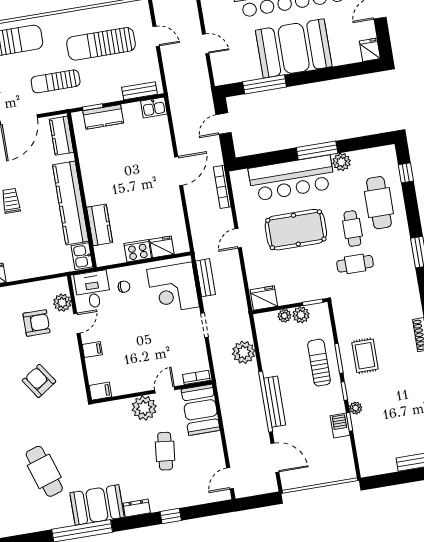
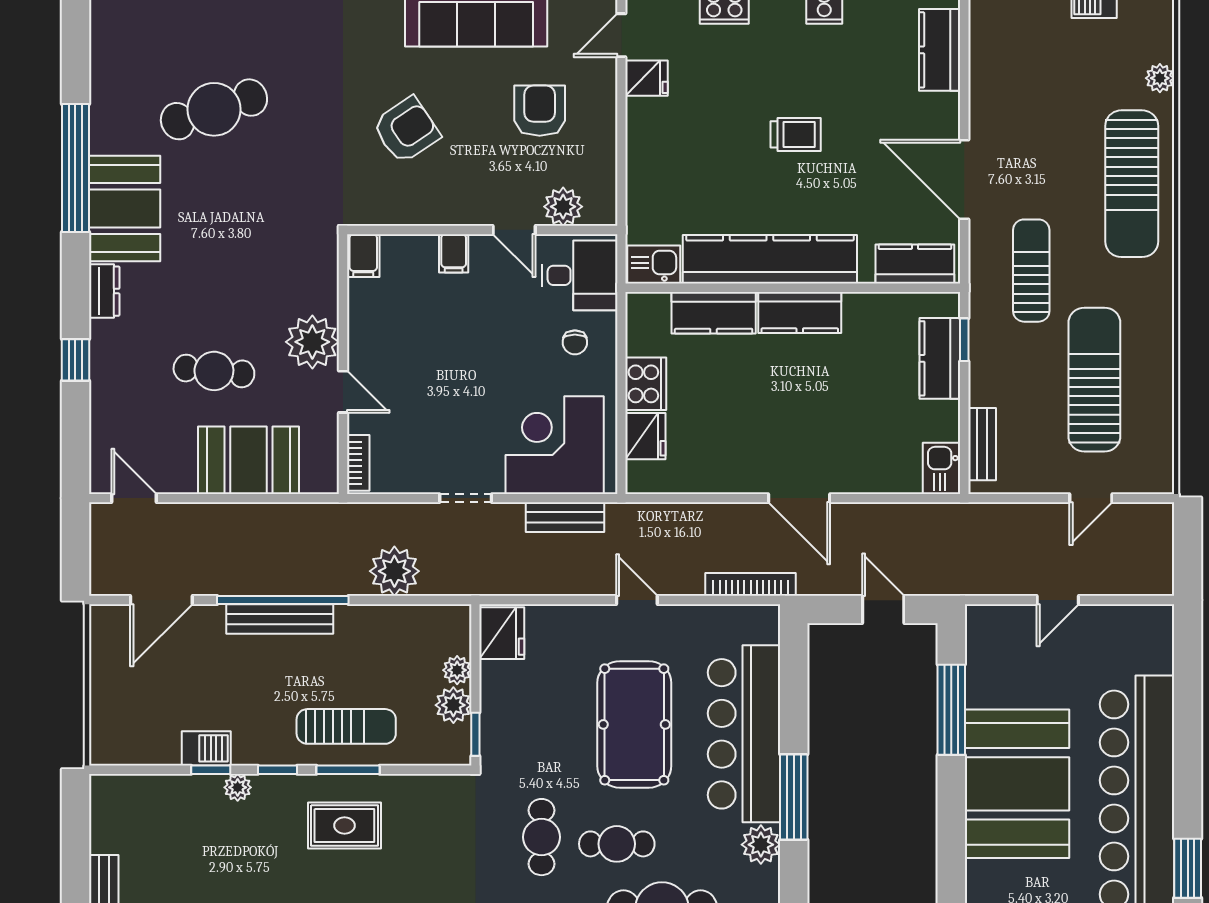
kitchen counter: (93, 185) -> (800, 312), added
armchair: (36, 323) -> (540, 111), moved, turned 180
booth: (201, 410) -> (249, 460), moved

